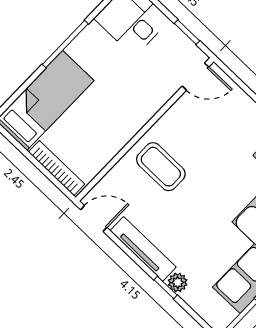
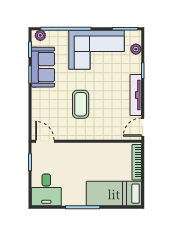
coffee table: (161, 167) -> (81, 104), moved
door: (94, 219) -> (143, 127), hinge flipped
plant: (178, 282) -> (136, 49), moved

